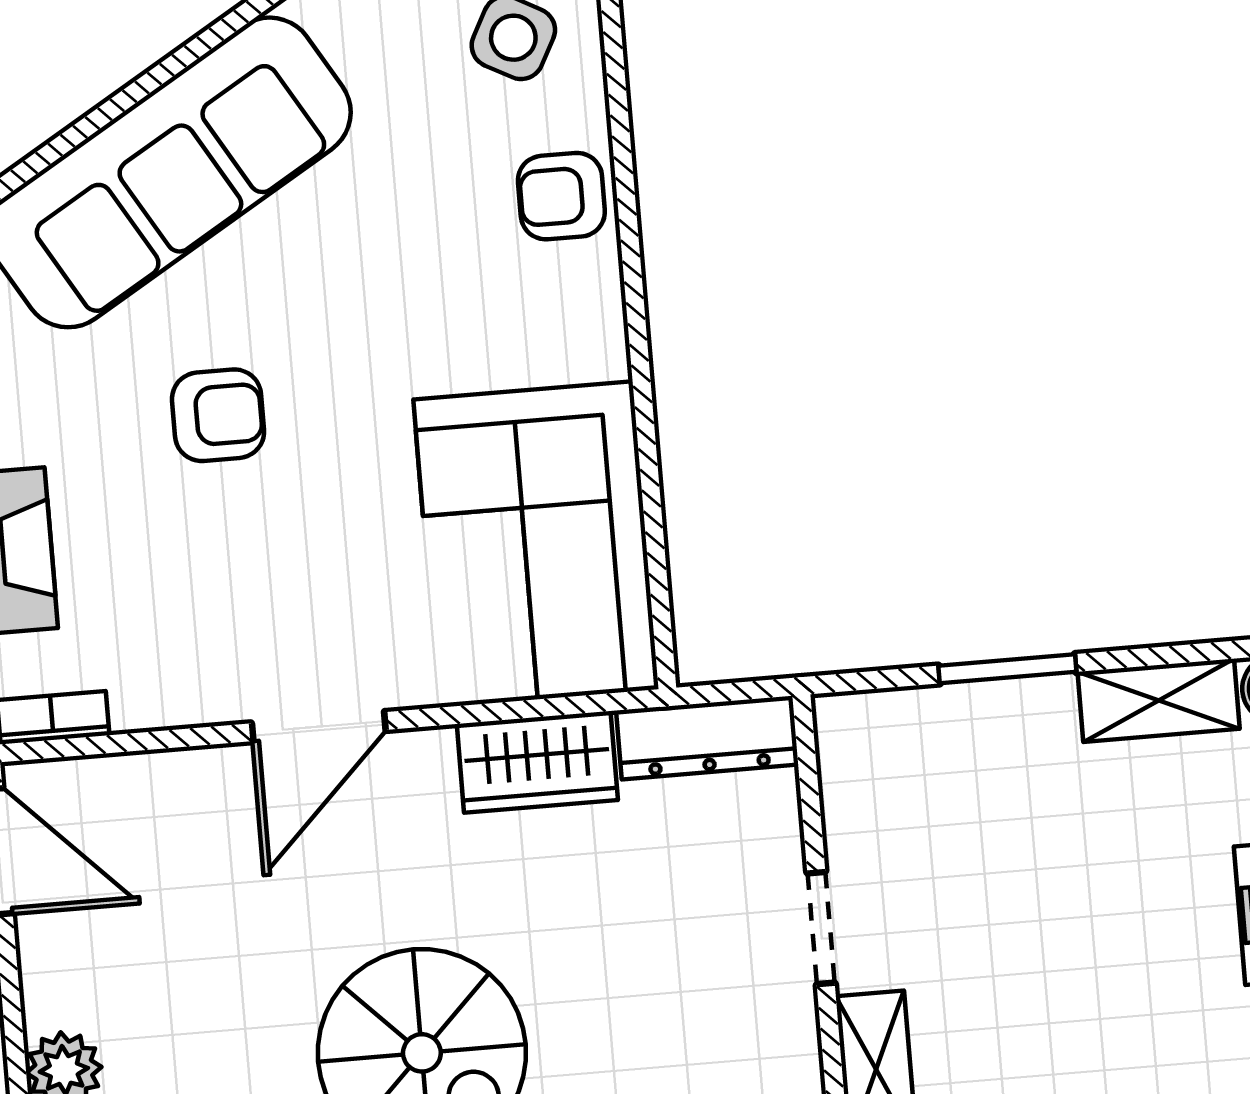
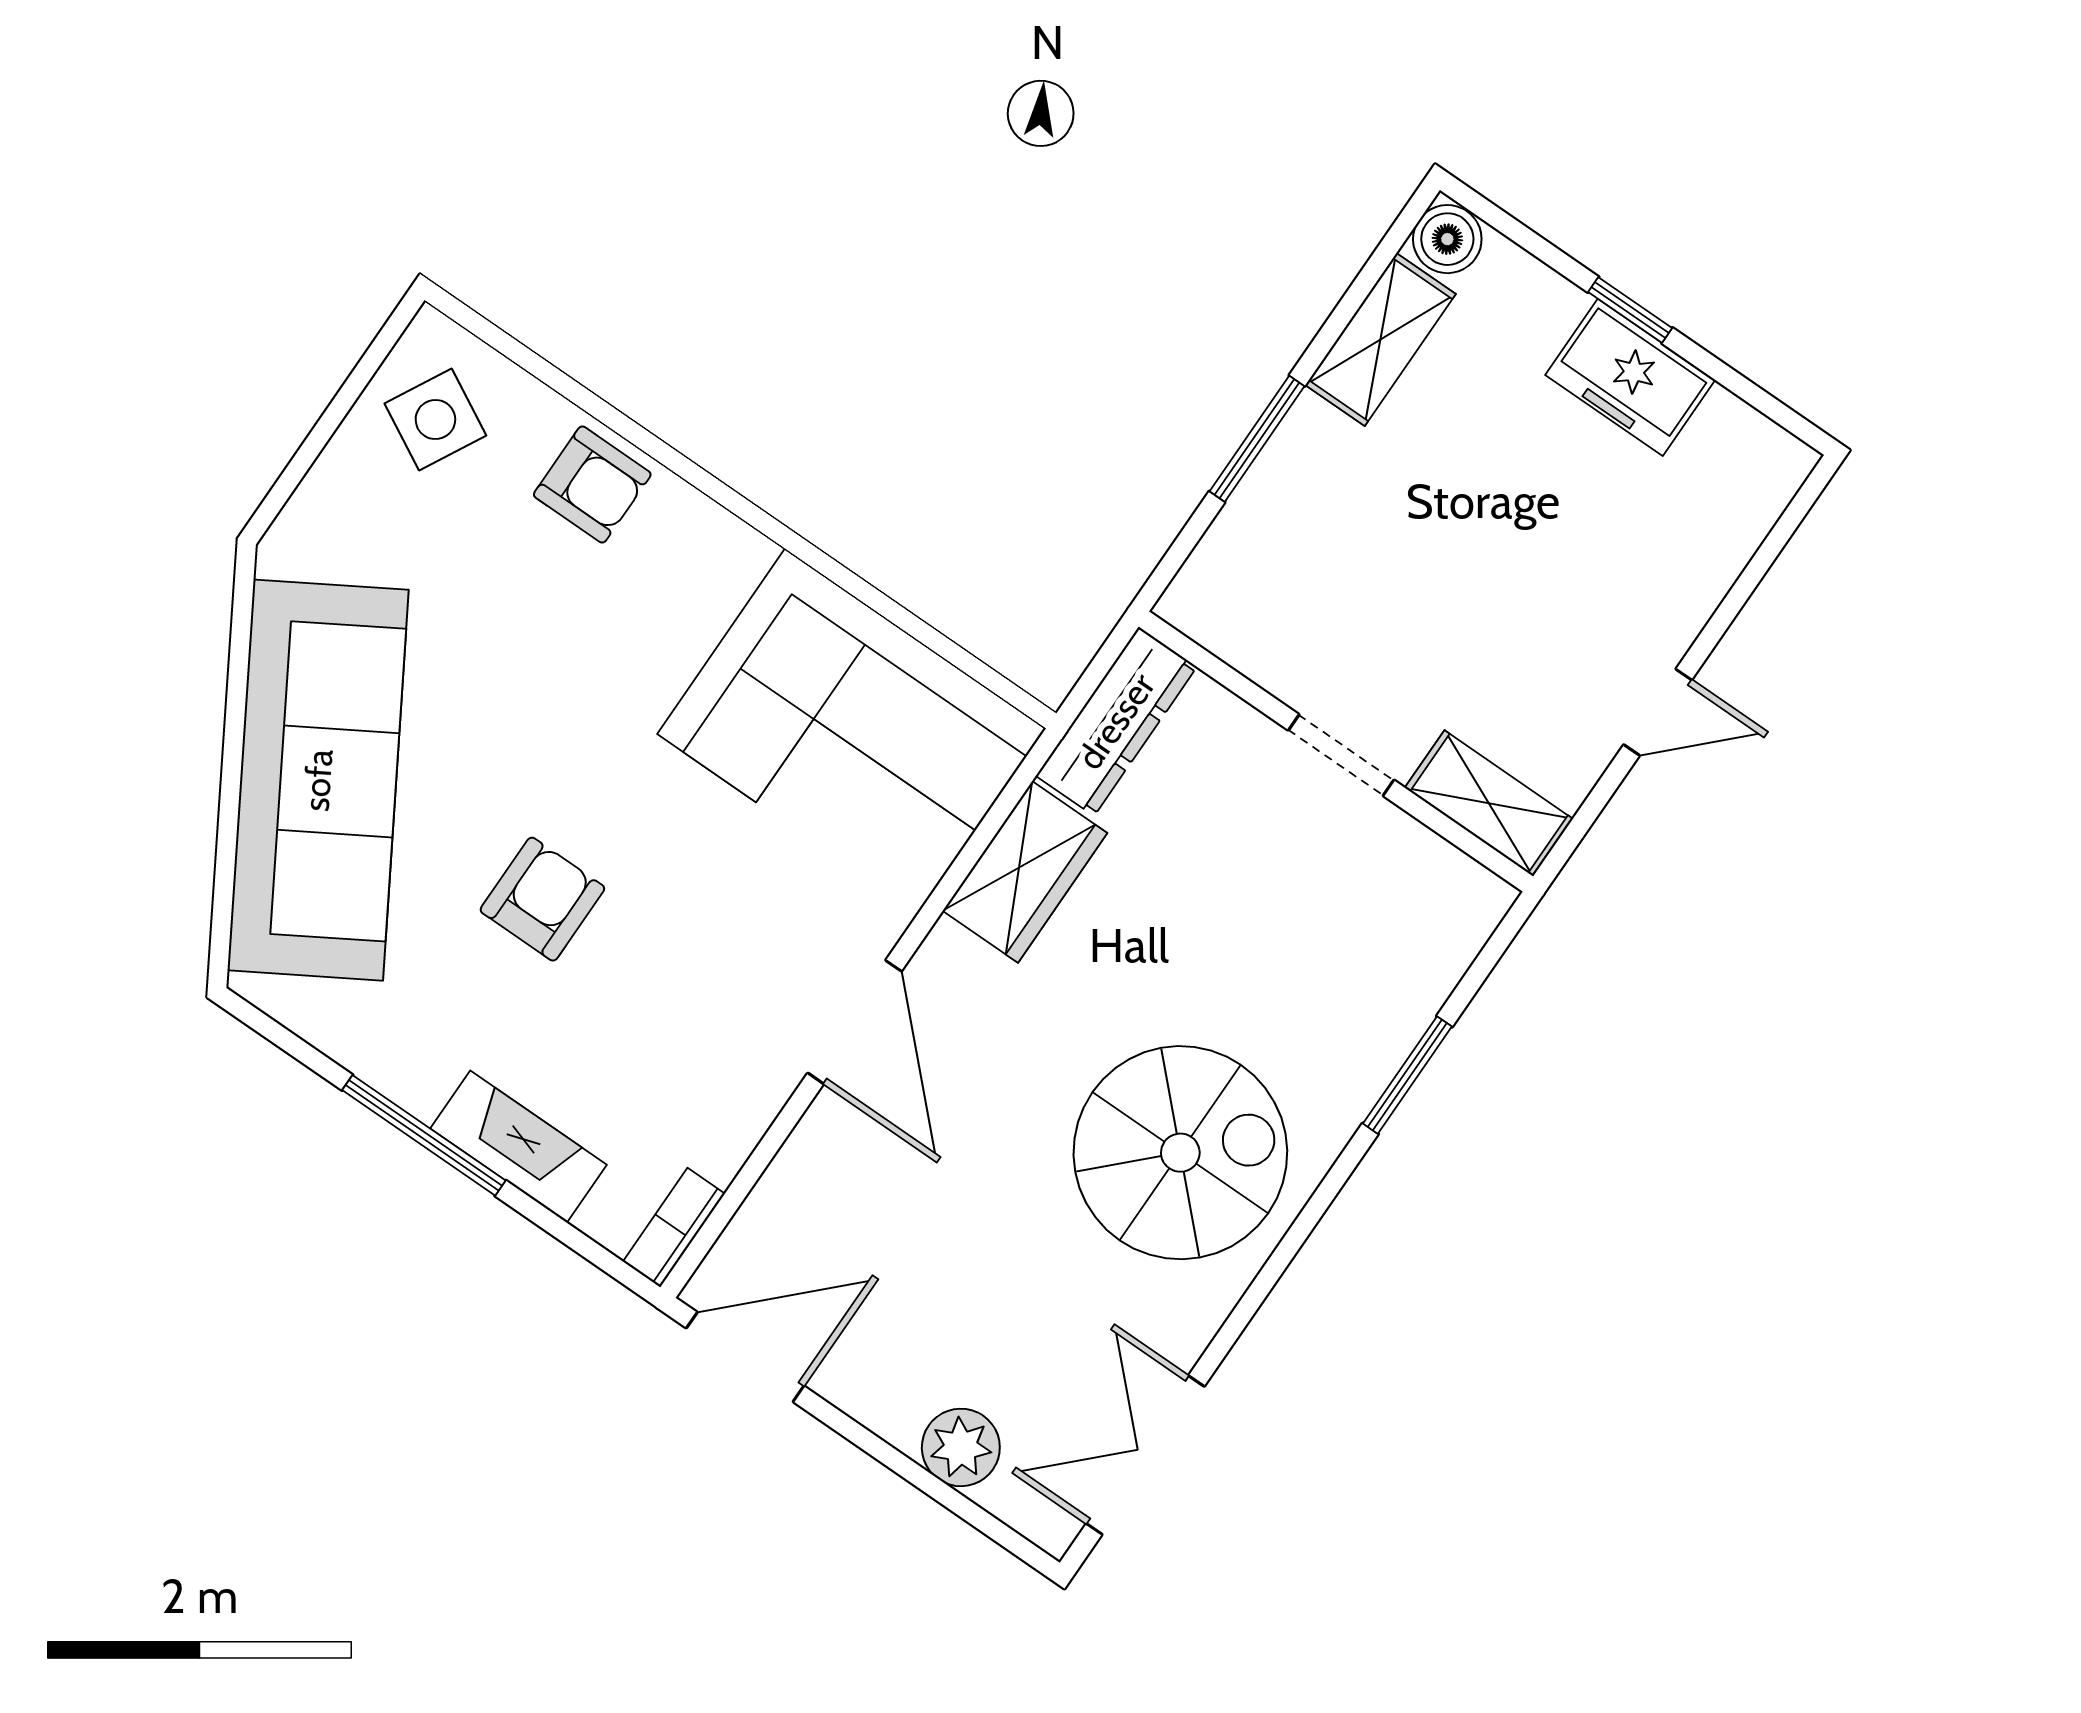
armchair: (561, 196) -> (592, 485), turned -90

